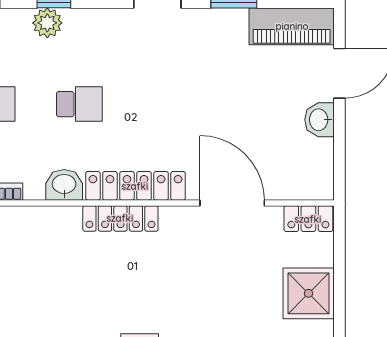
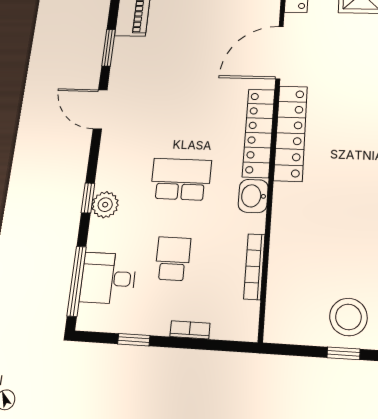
school desk: (79, 104) -> (181, 179), width x1.85
locker: (120, 218) -> (291, 133), width x1.41, depth x1.21

